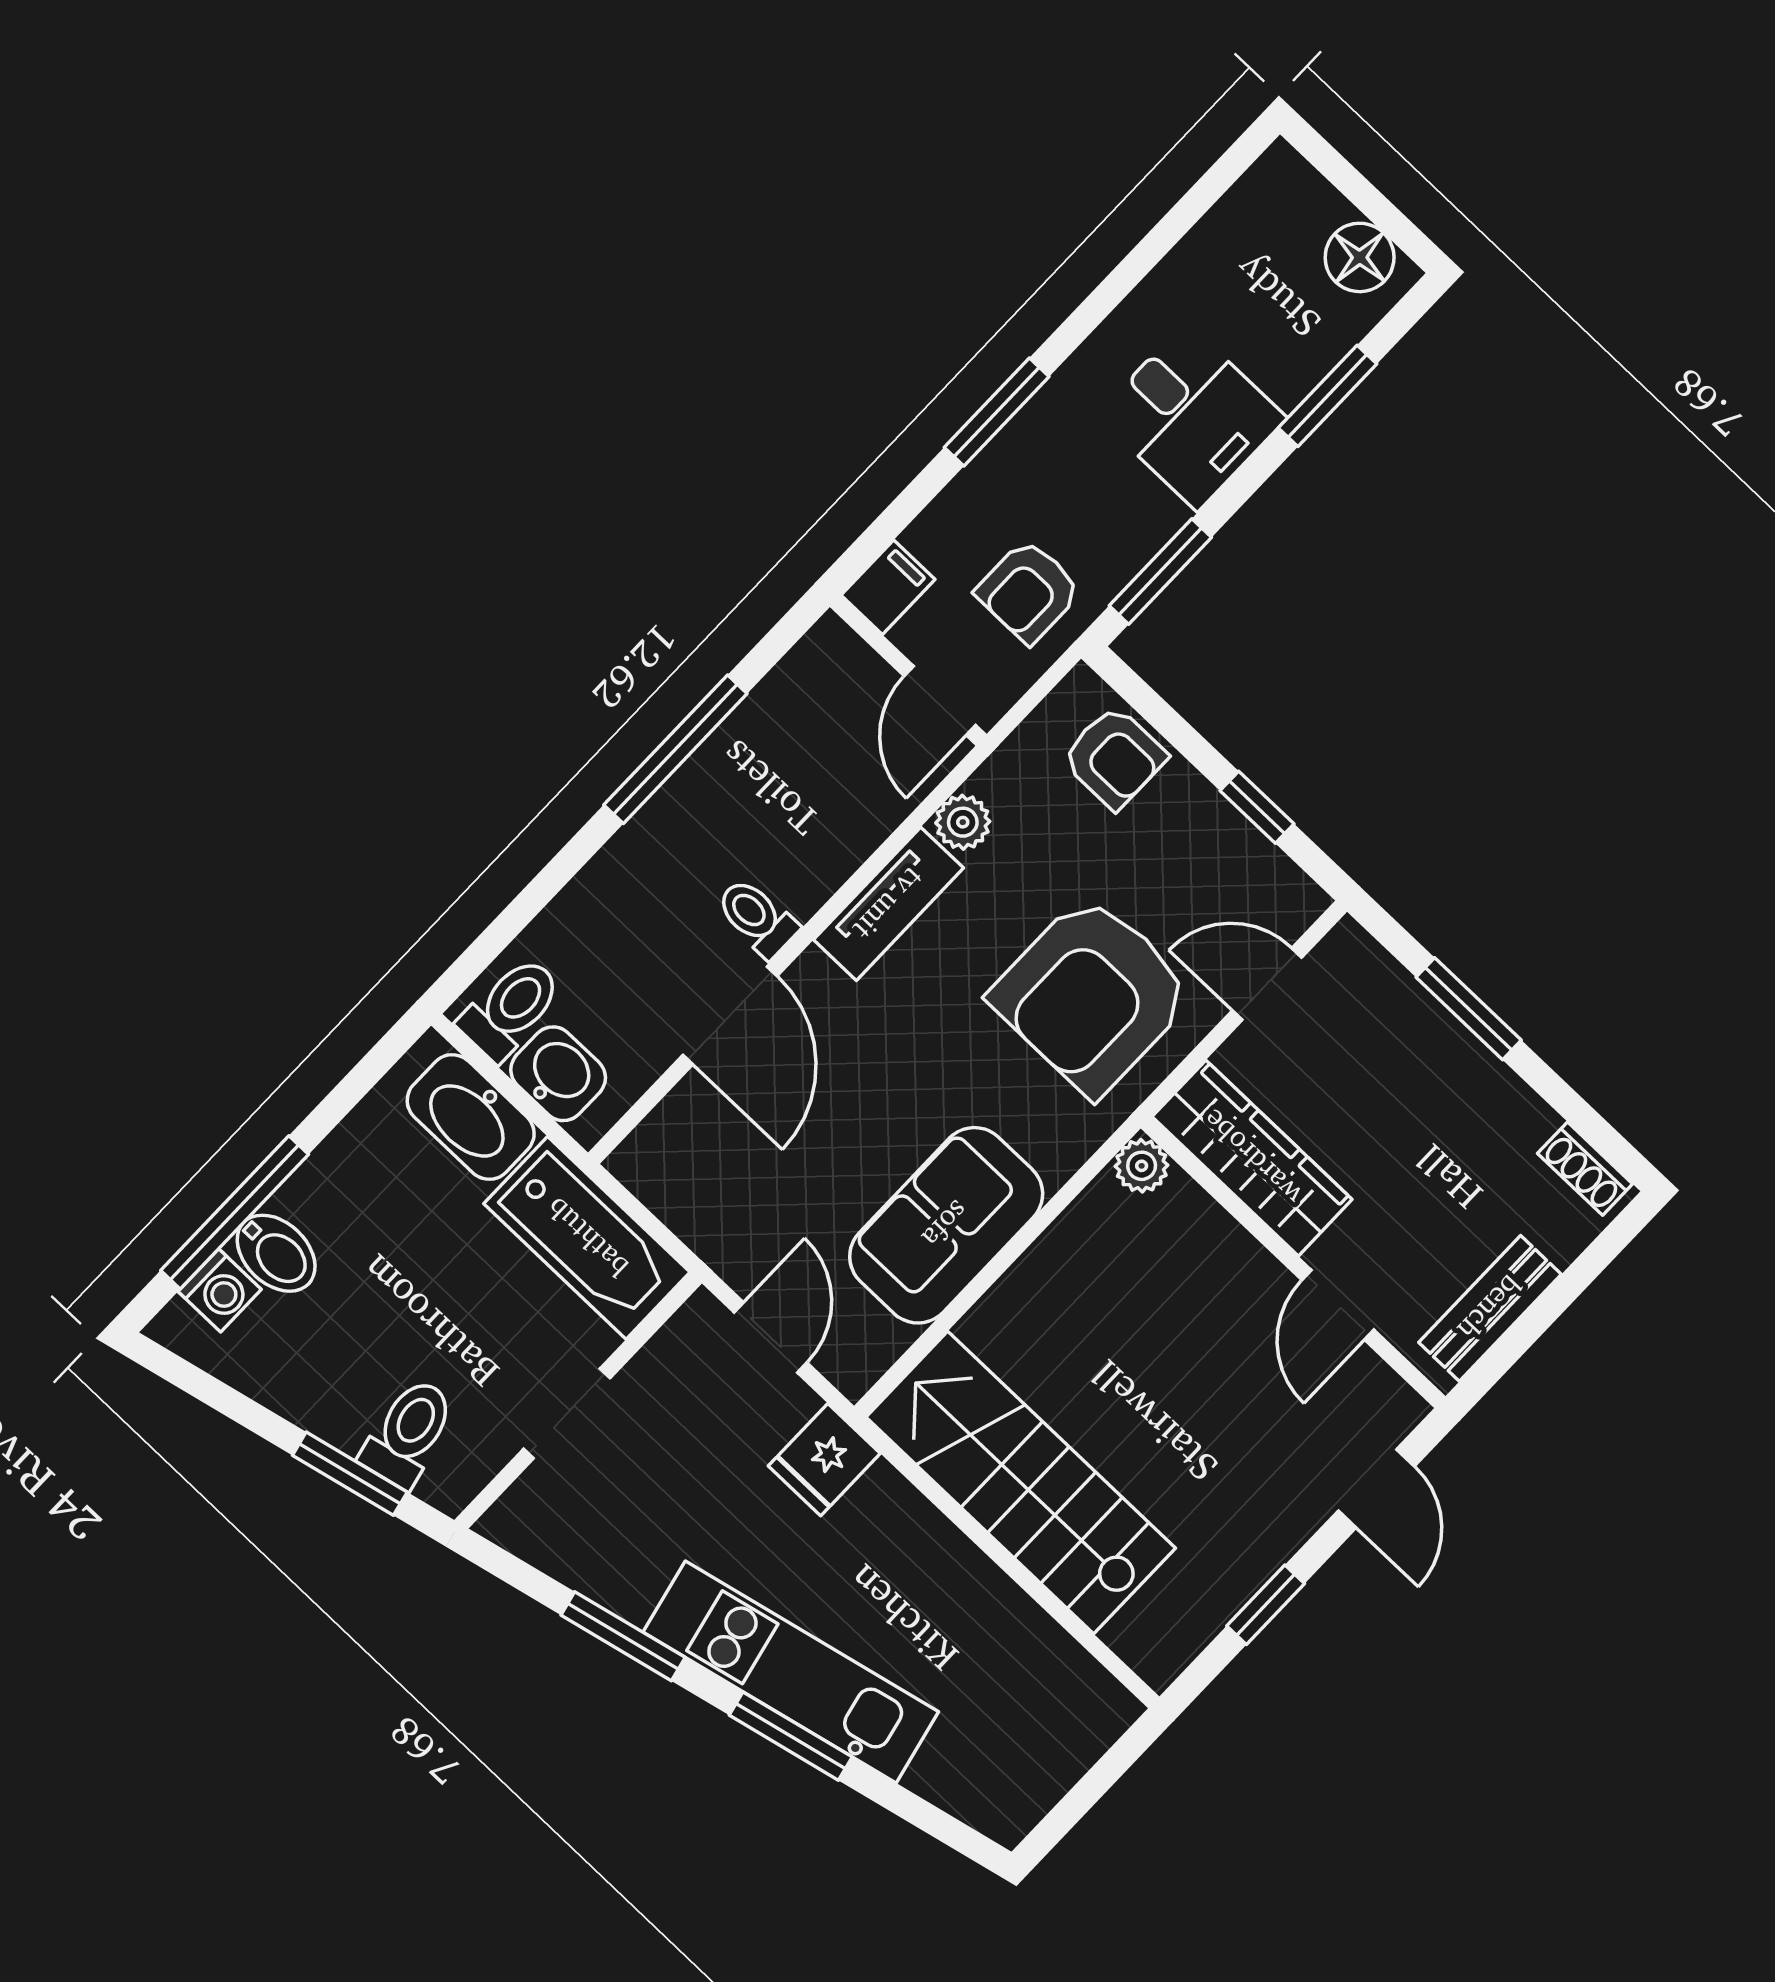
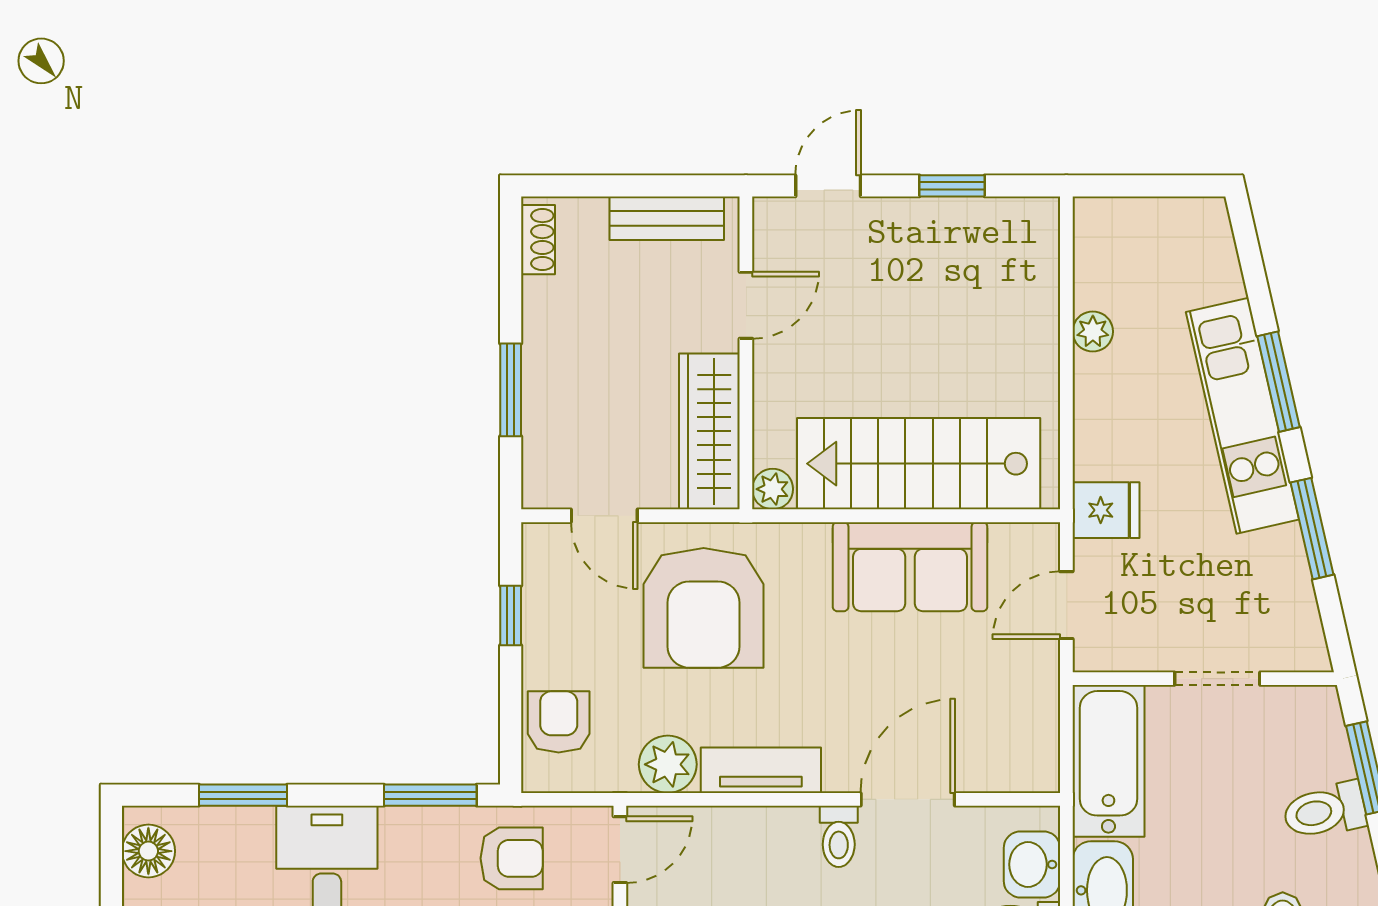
plant: (963, 822) -> (668, 764), width x1.38, depth x1.38
armchair: (1092, 995) -> (704, 608), turned 90
toilet: (408, 1433) -> (1325, 811), moved
stairs: (1021, 1483) -> (919, 464), moved, turned 90
plant: (1003, 1607) -> (1093, 332), added

